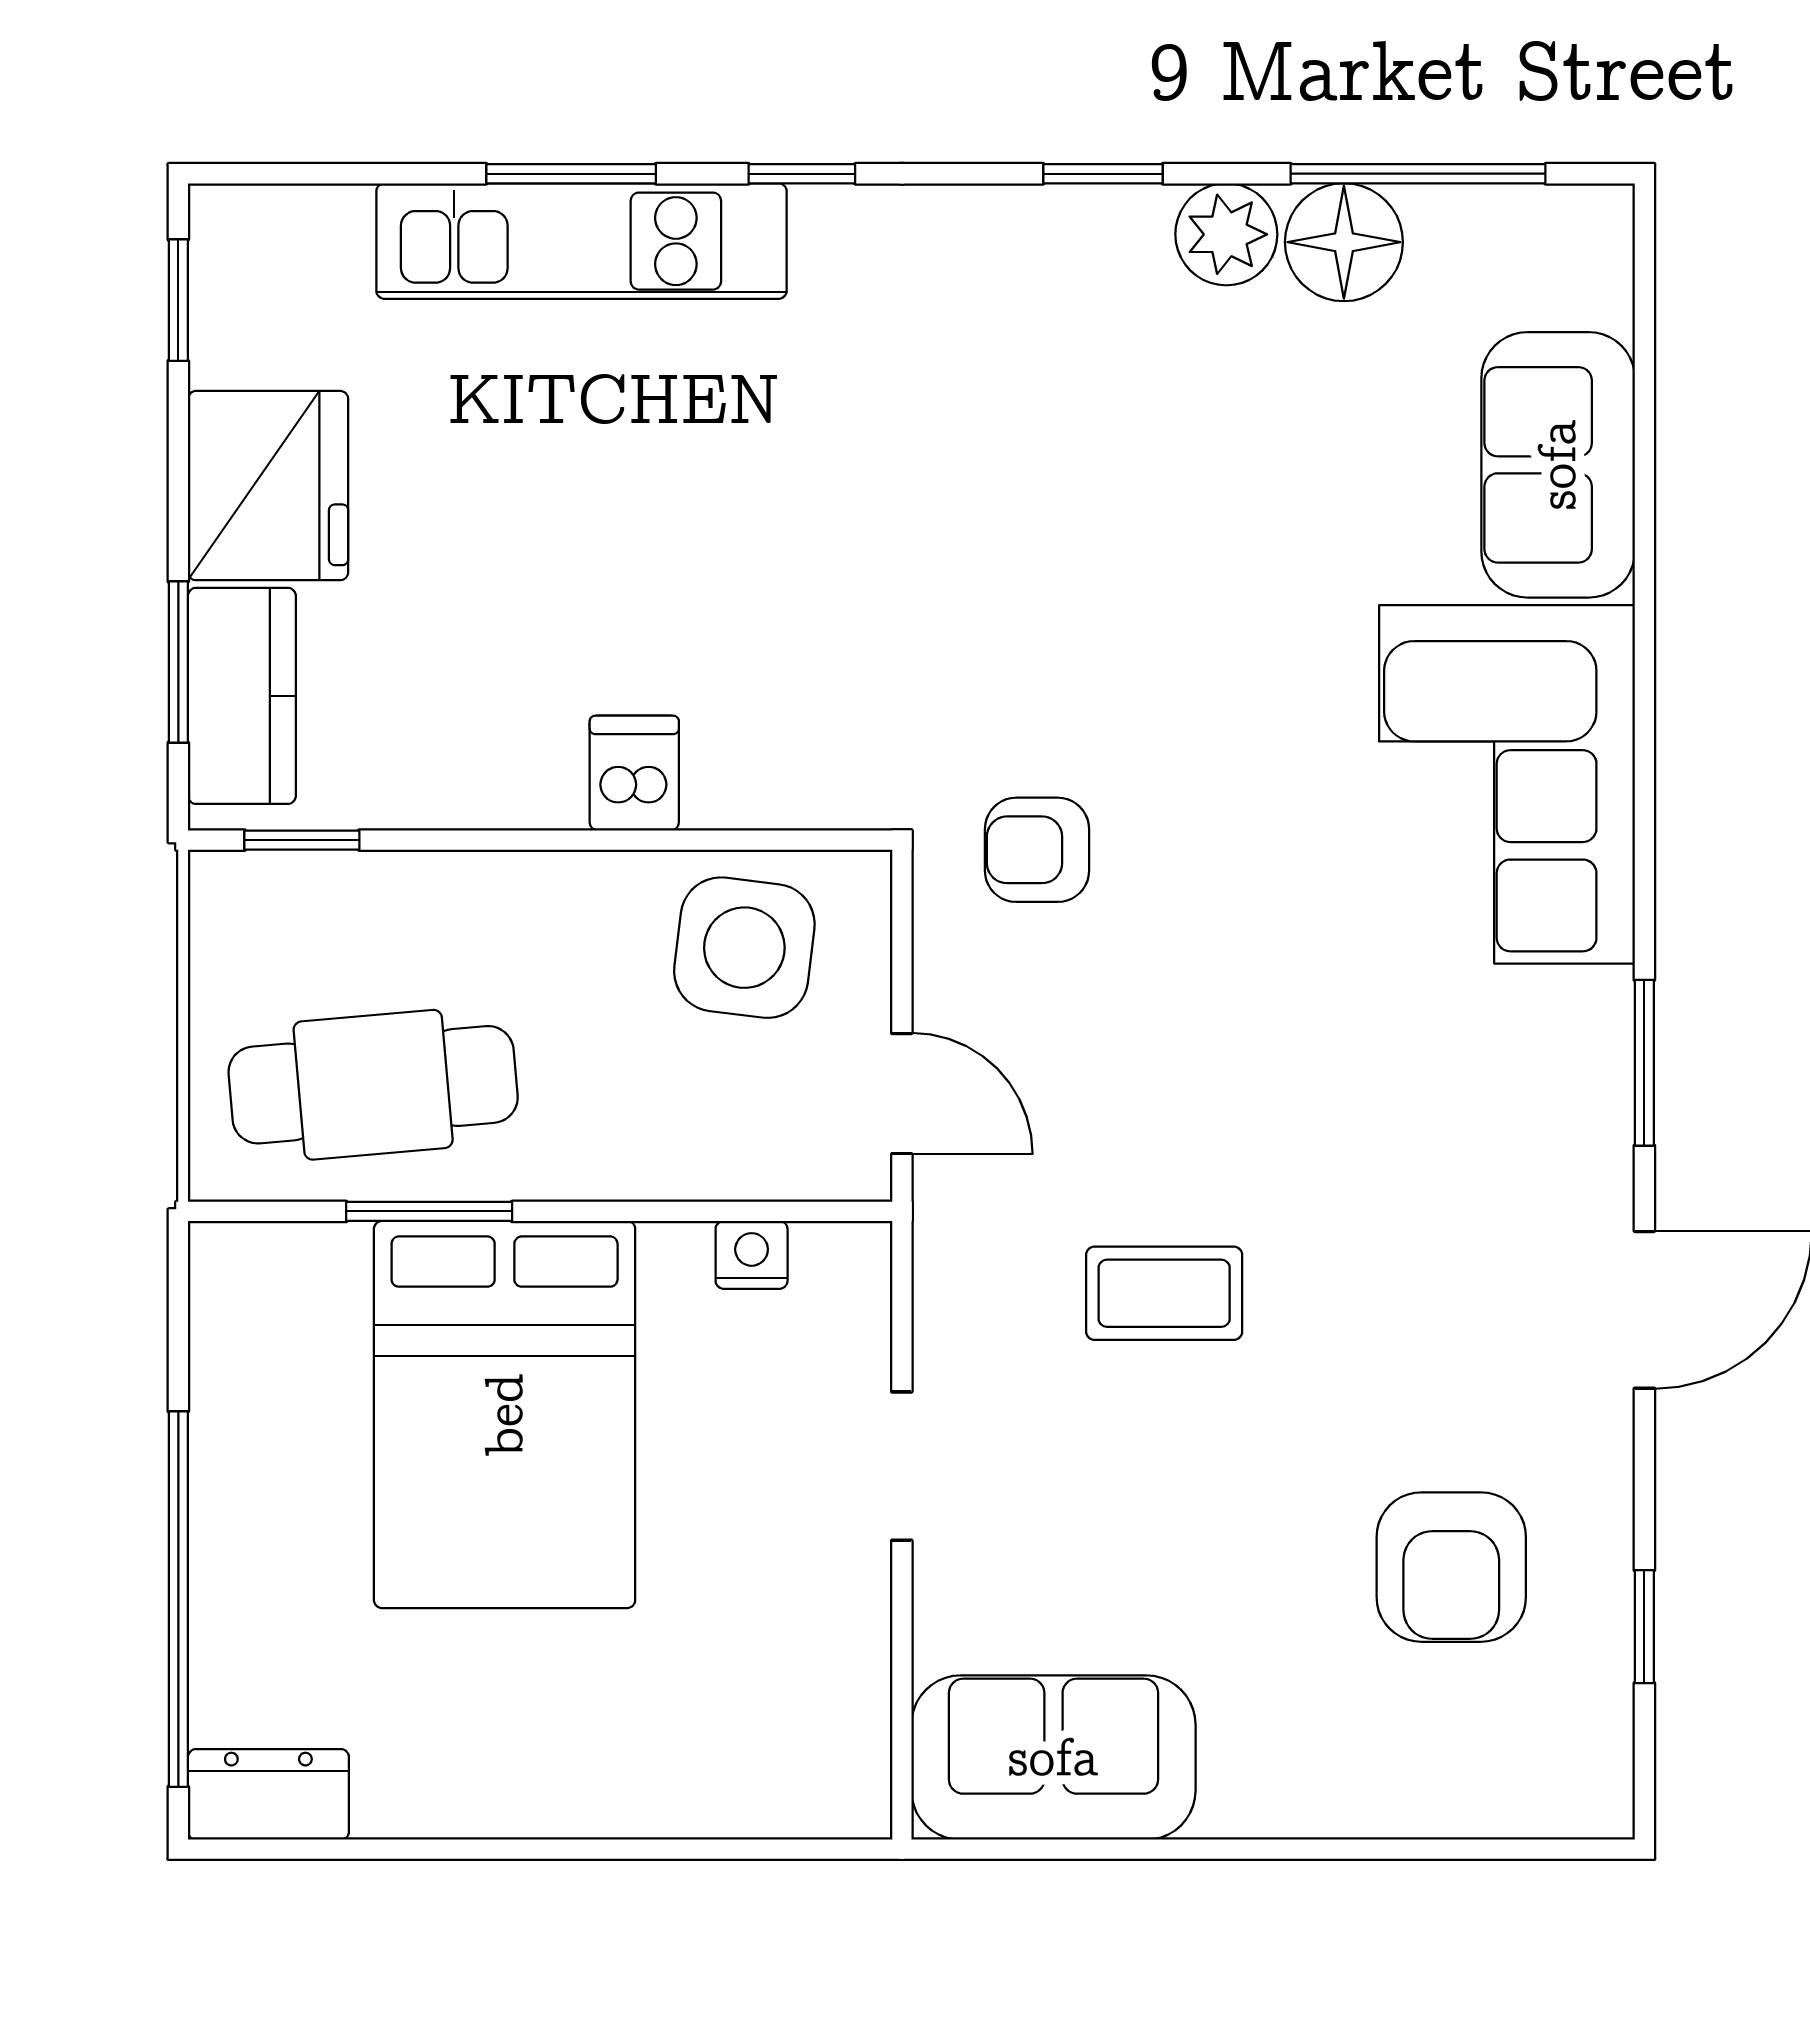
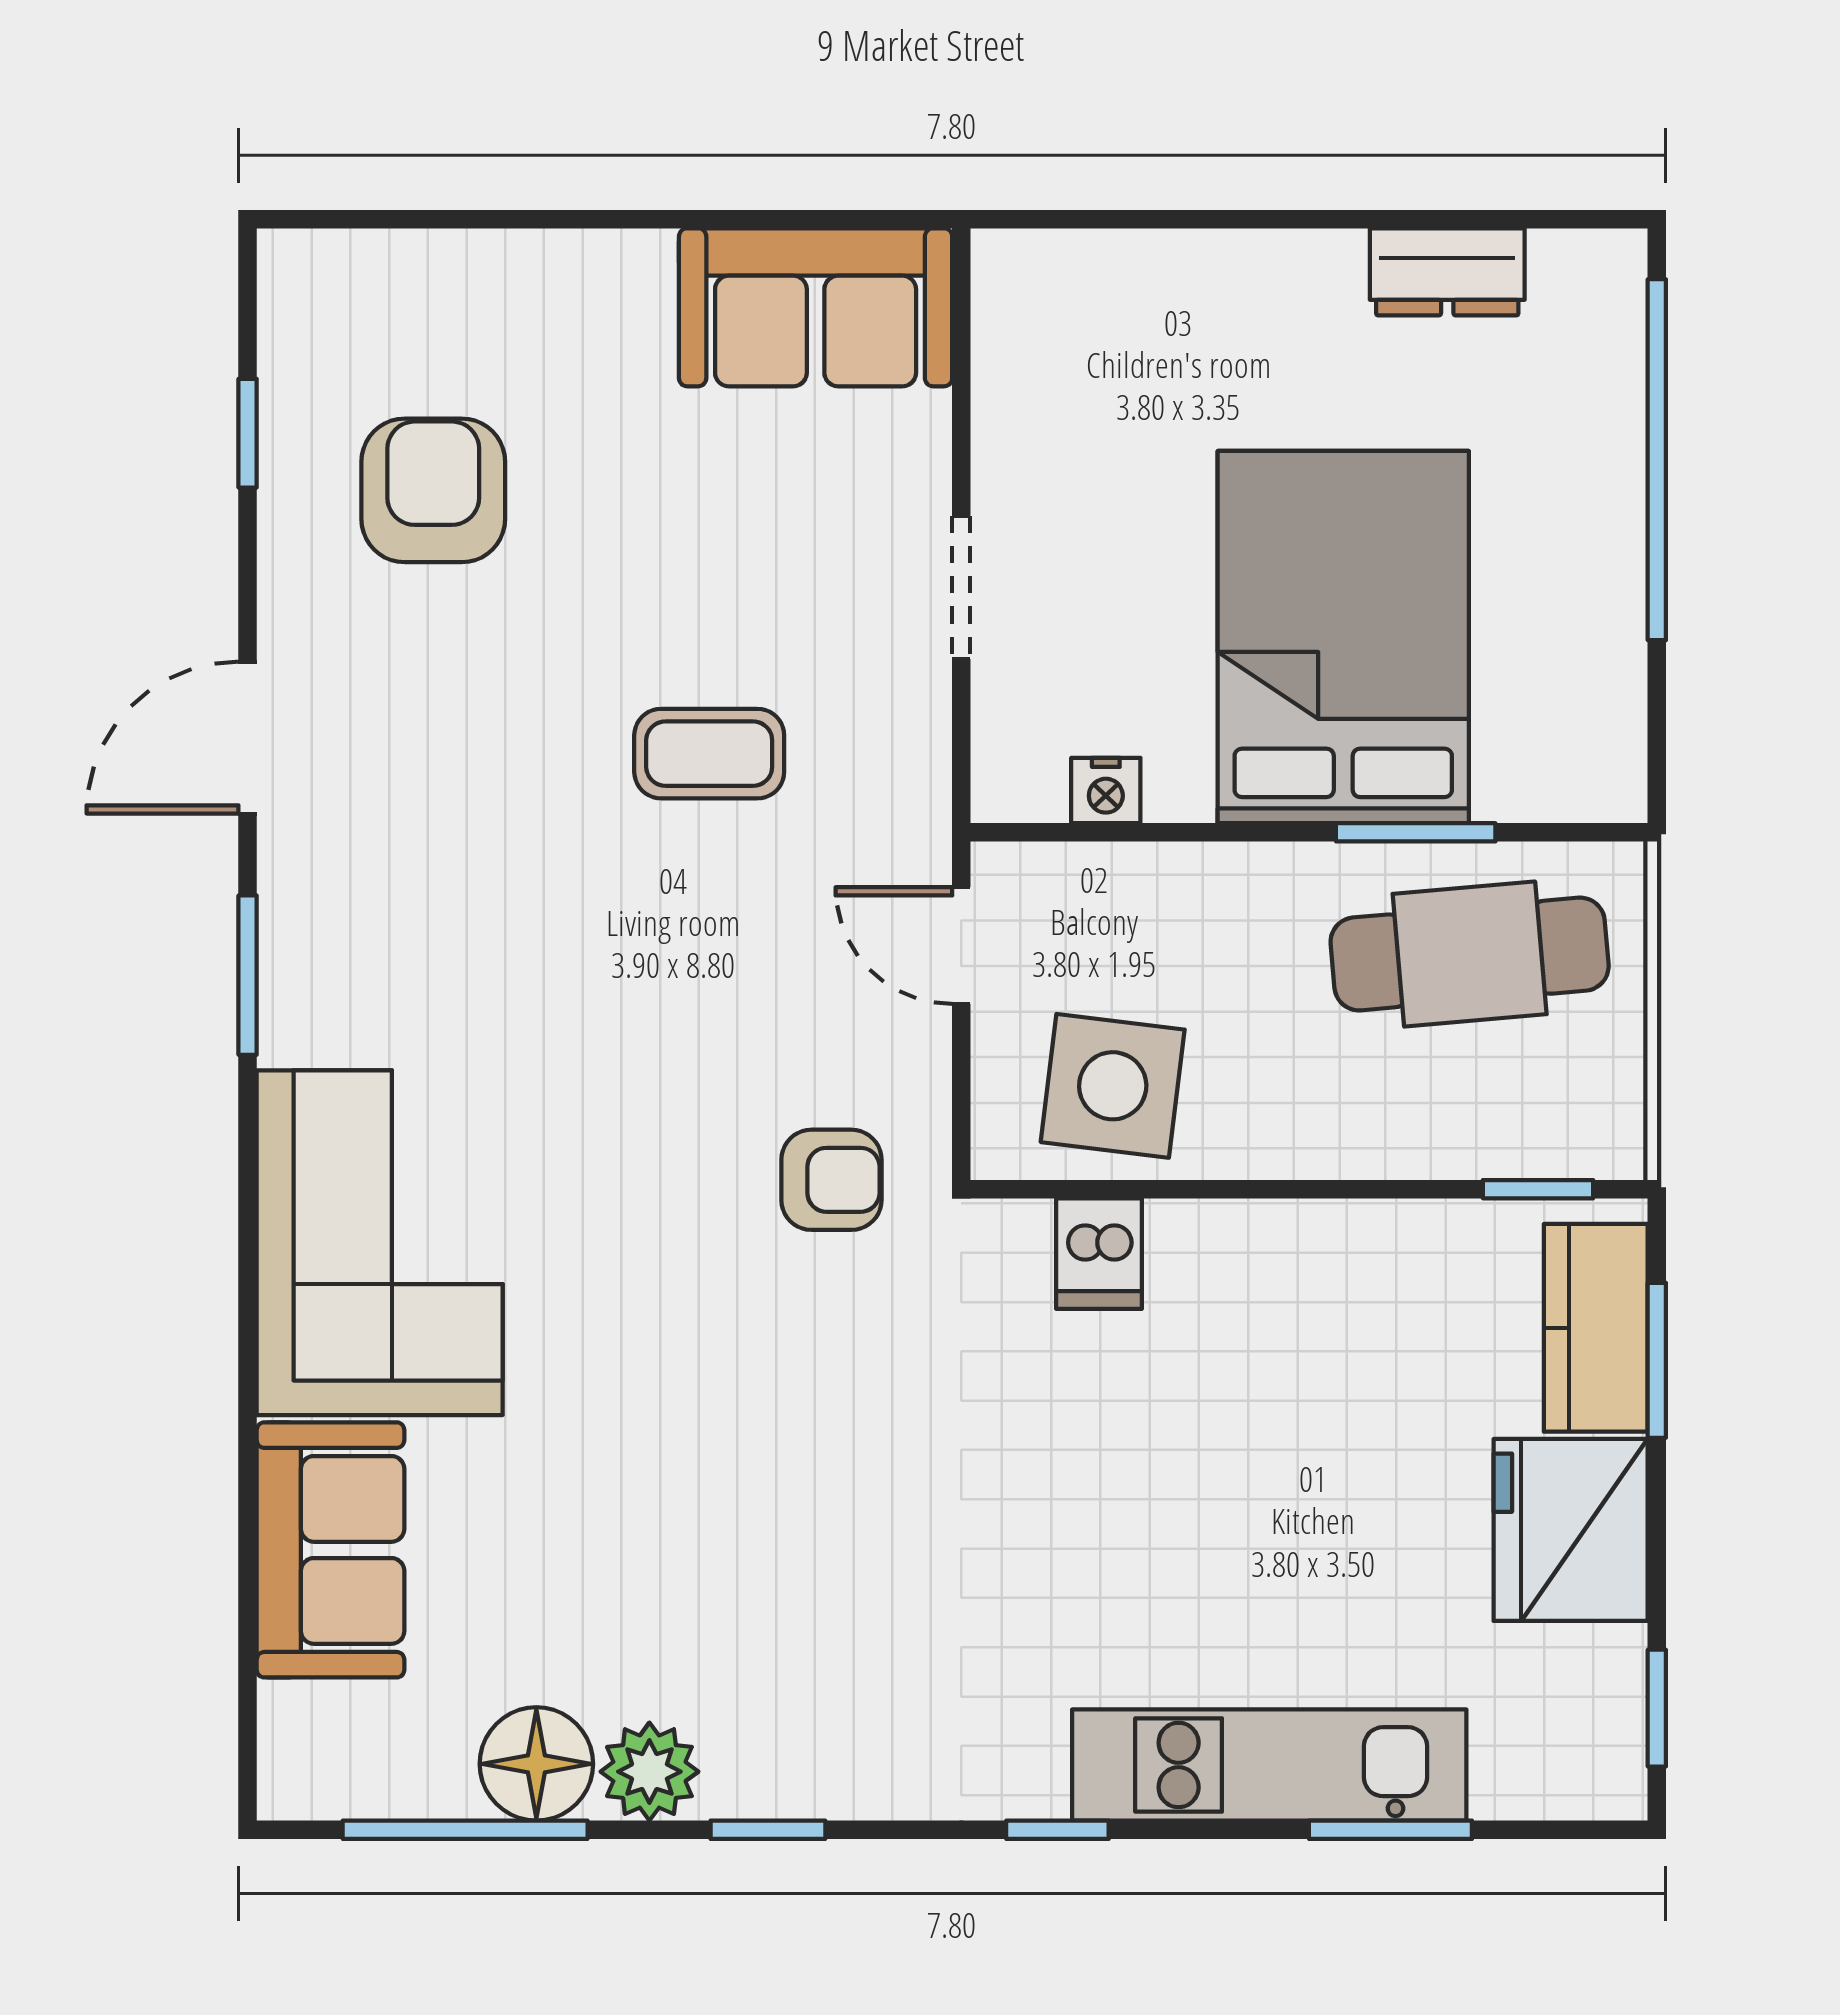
window: (571, 174) -> (1390, 1830), moved
dishwasher: (634, 773) -> (1099, 1254), moved
dresser: (268, 1794) -> (1447, 272), moved

